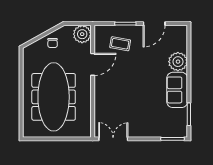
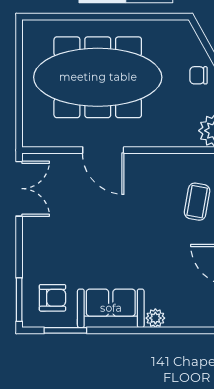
plant: (178, 62) -> (155, 318), width x0.53, depth x0.53
door: (93, 64) -> (103, 150), moved
armchair: (172, 121) -> (52, 298), added

